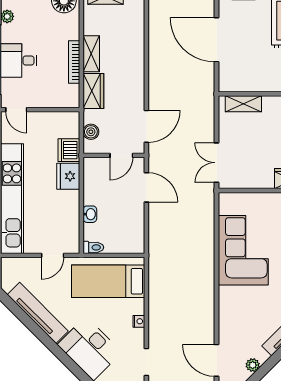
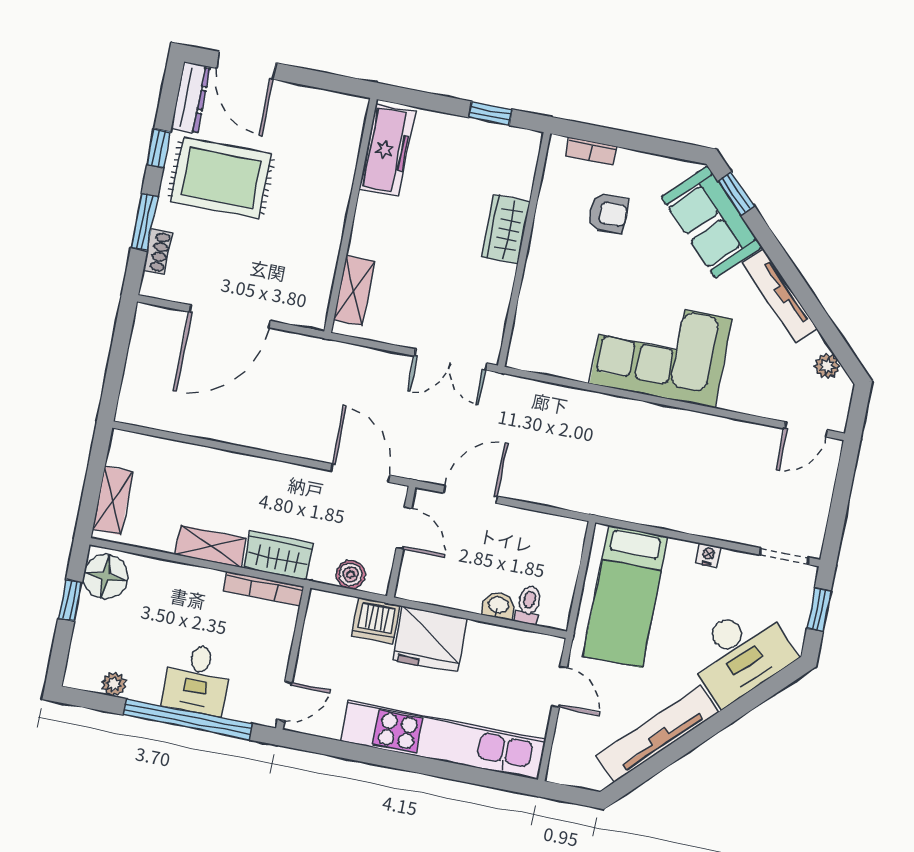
bookcase: (74, 62) -> (264, 589), moved
fridge: (68, 176) -> (430, 639), width x1.36, depth x1.34
toilet: (93, 247) -> (528, 605), moved
corner sofa: (243, 250) -> (661, 351), moved
door: (217, 360) -> (806, 429), width x0.73

